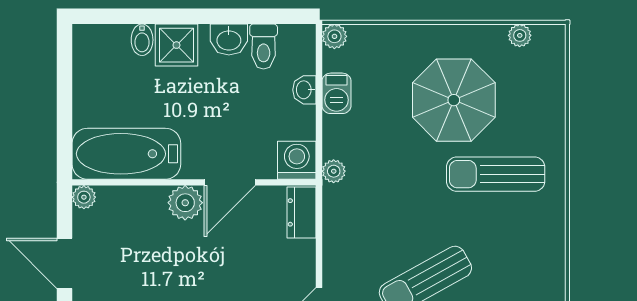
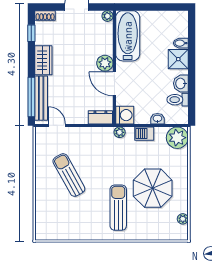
plant: (334, 36) -> (177, 138), width x1.88, depth x1.88
barbecue: (337, 93) -> (144, 134), moved

